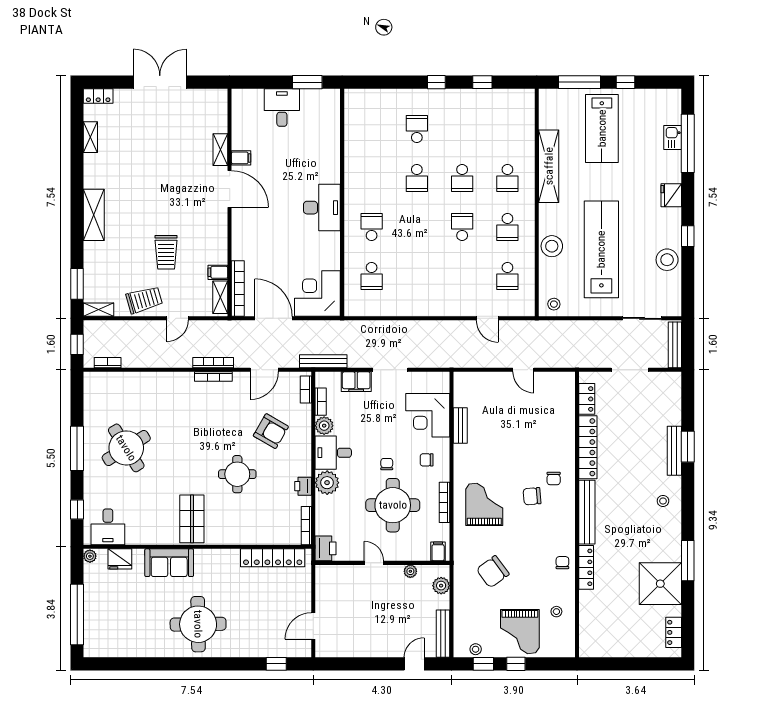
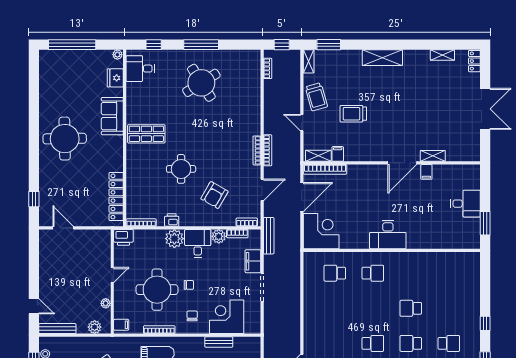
school desk: (417, 129) -> (449, 343), moved
door: (264, 370) -> (262, 190), swing flipped

